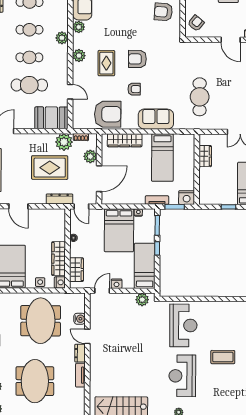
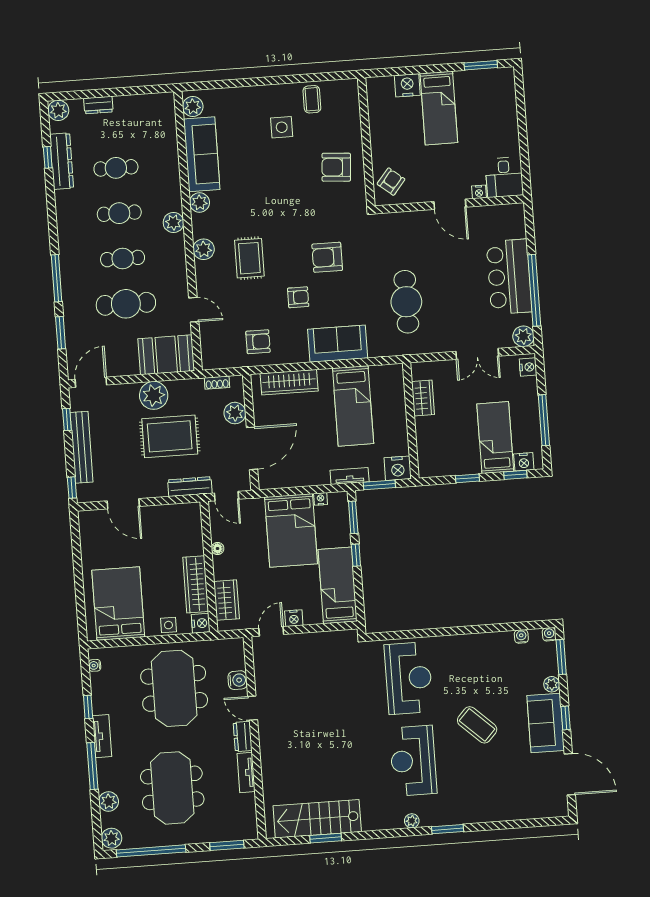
armchair: (137, 59) -> (327, 257), moved
armchair: (108, 114) -> (258, 342), width x0.53, depth x0.53
plant: (64, 142) -> (154, 395), moved
plant: (142, 300) -> (338, 641), removed
coffee table: (223, 357) -> (477, 725), turned 43

